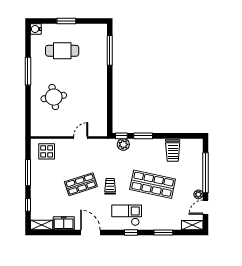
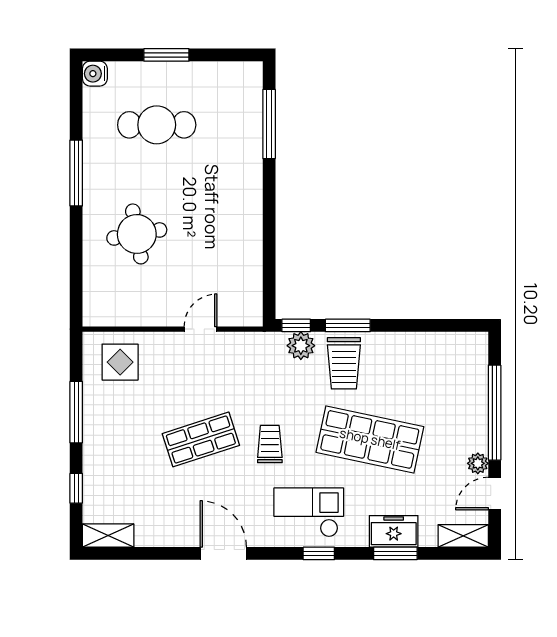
trolley: (173, 151) -> (344, 363), moved
freezer: (64, 223) -> (394, 531), moved

